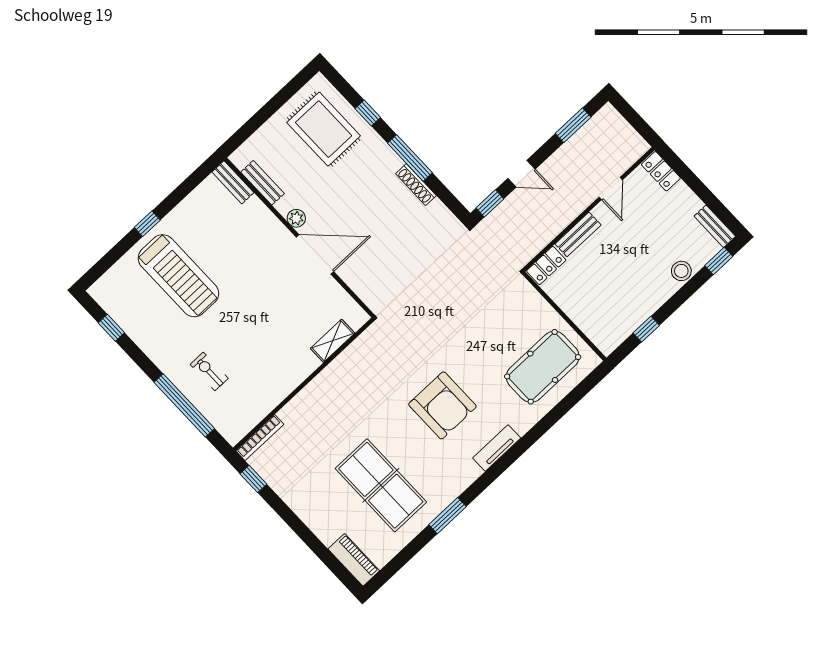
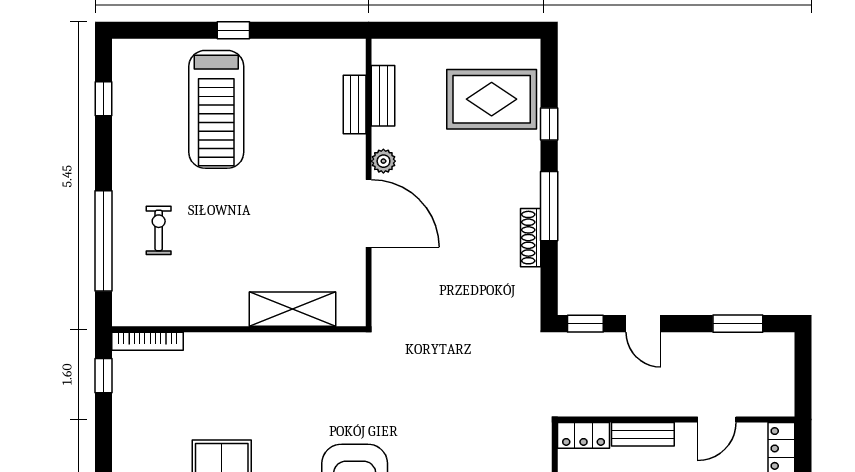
rug: (324, 129) -> (492, 99), turned 90
bench: (233, 182) -> (355, 105), moved
shelving: (333, 341) -> (292, 309), width x1.50, depth x1.33

